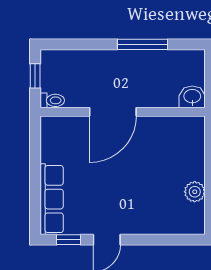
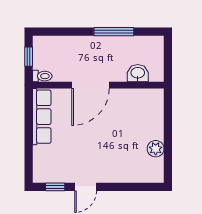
washbasin: (192, 97) -> (138, 73), moved
row of seats: (52, 199) -> (42, 117), moved

